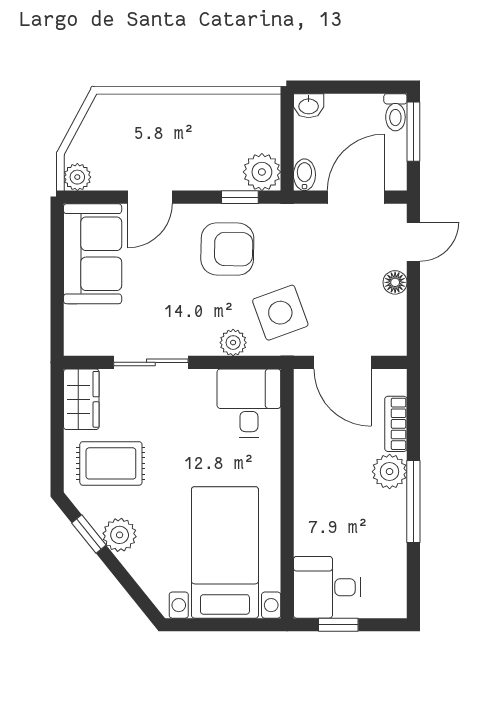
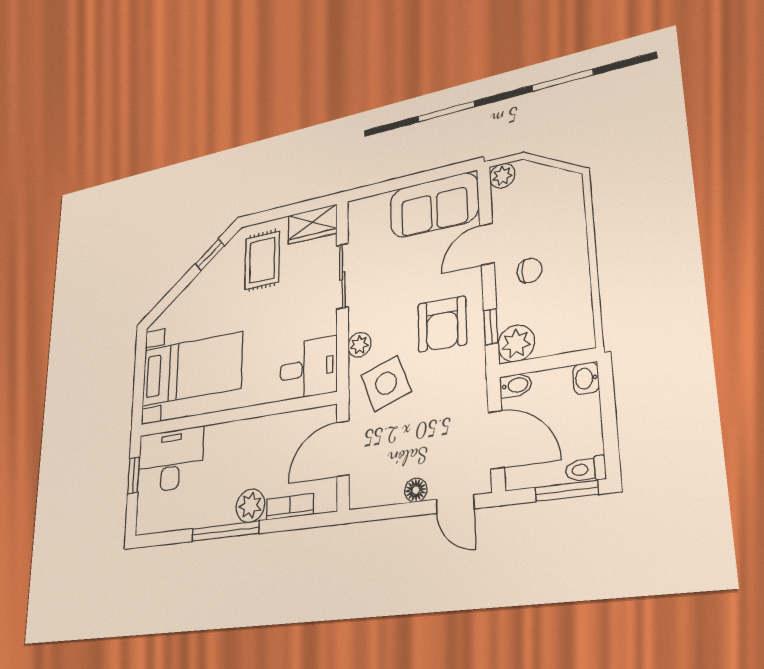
chair: (188, 154) -> (530, 271), added
door: (150, 197) -> (487, 244), hinge flipped
plant: (120, 535) -> (208, 279), removed
desk: (327, 587) -> (171, 460), width x1.37

